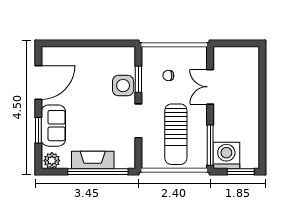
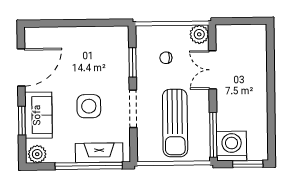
plant: (199, 55) -> (199, 34), added
side table: (123, 86) -> (89, 106), moved
fireplace: (93, 160) -> (99, 153), moved

